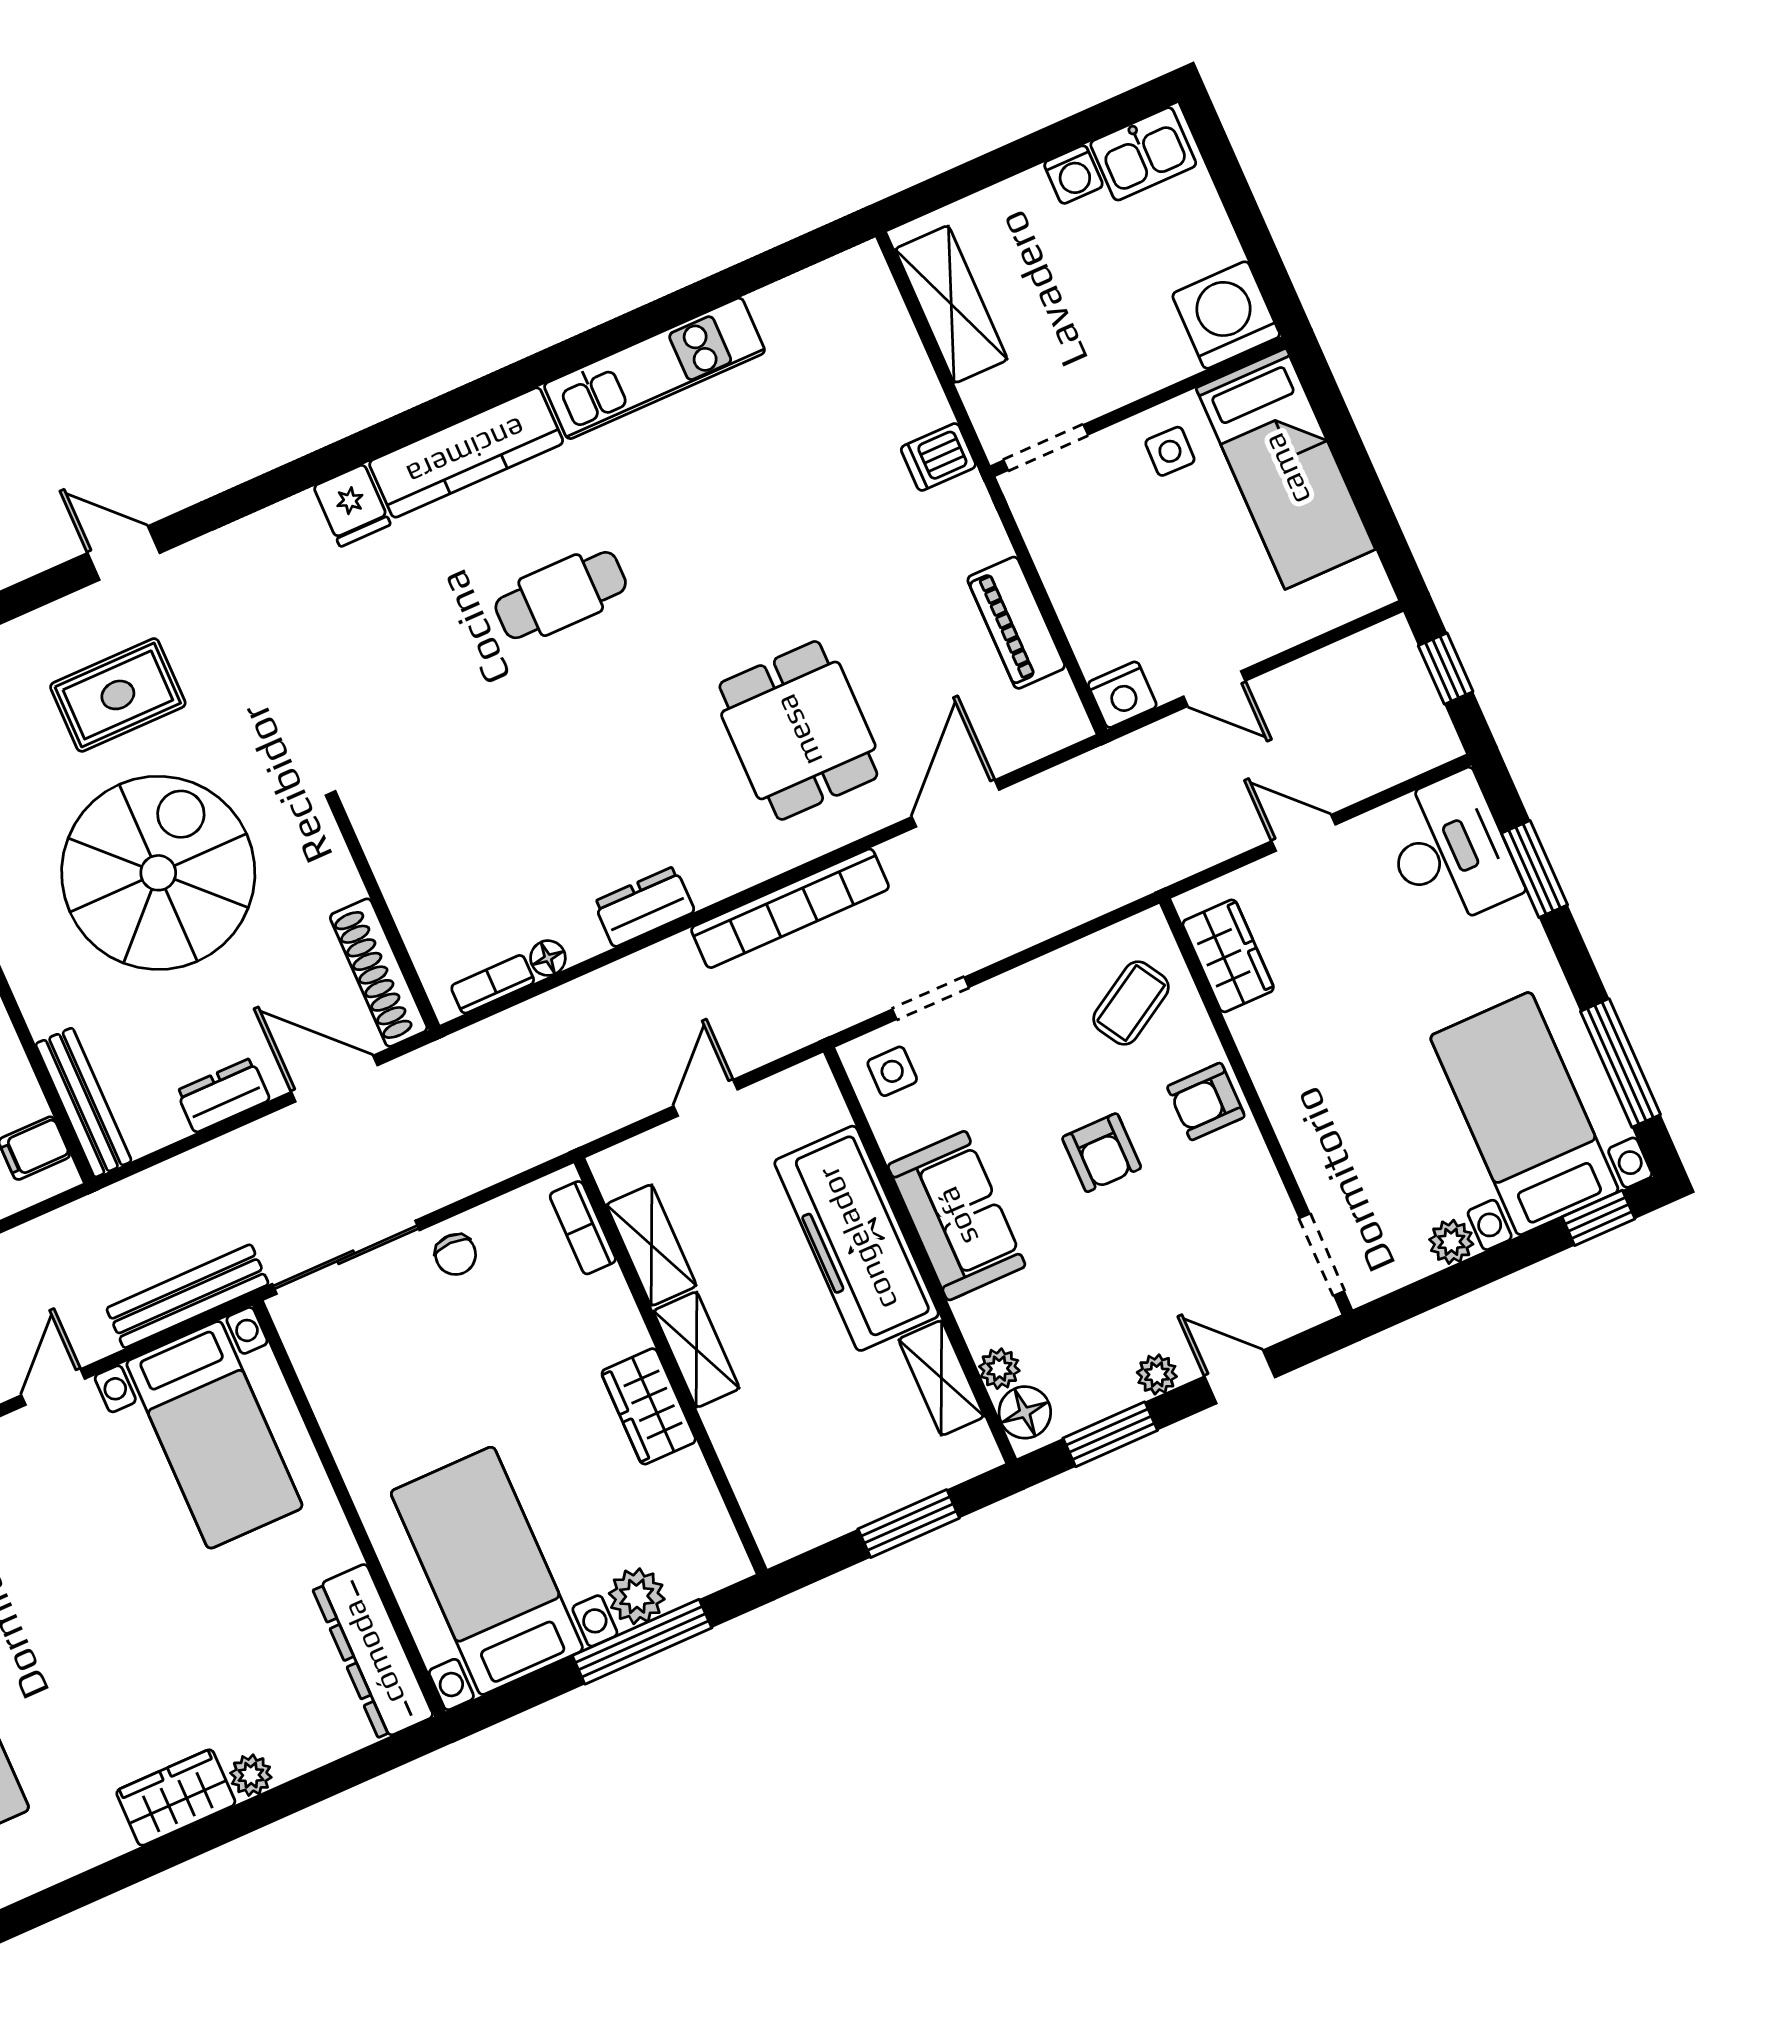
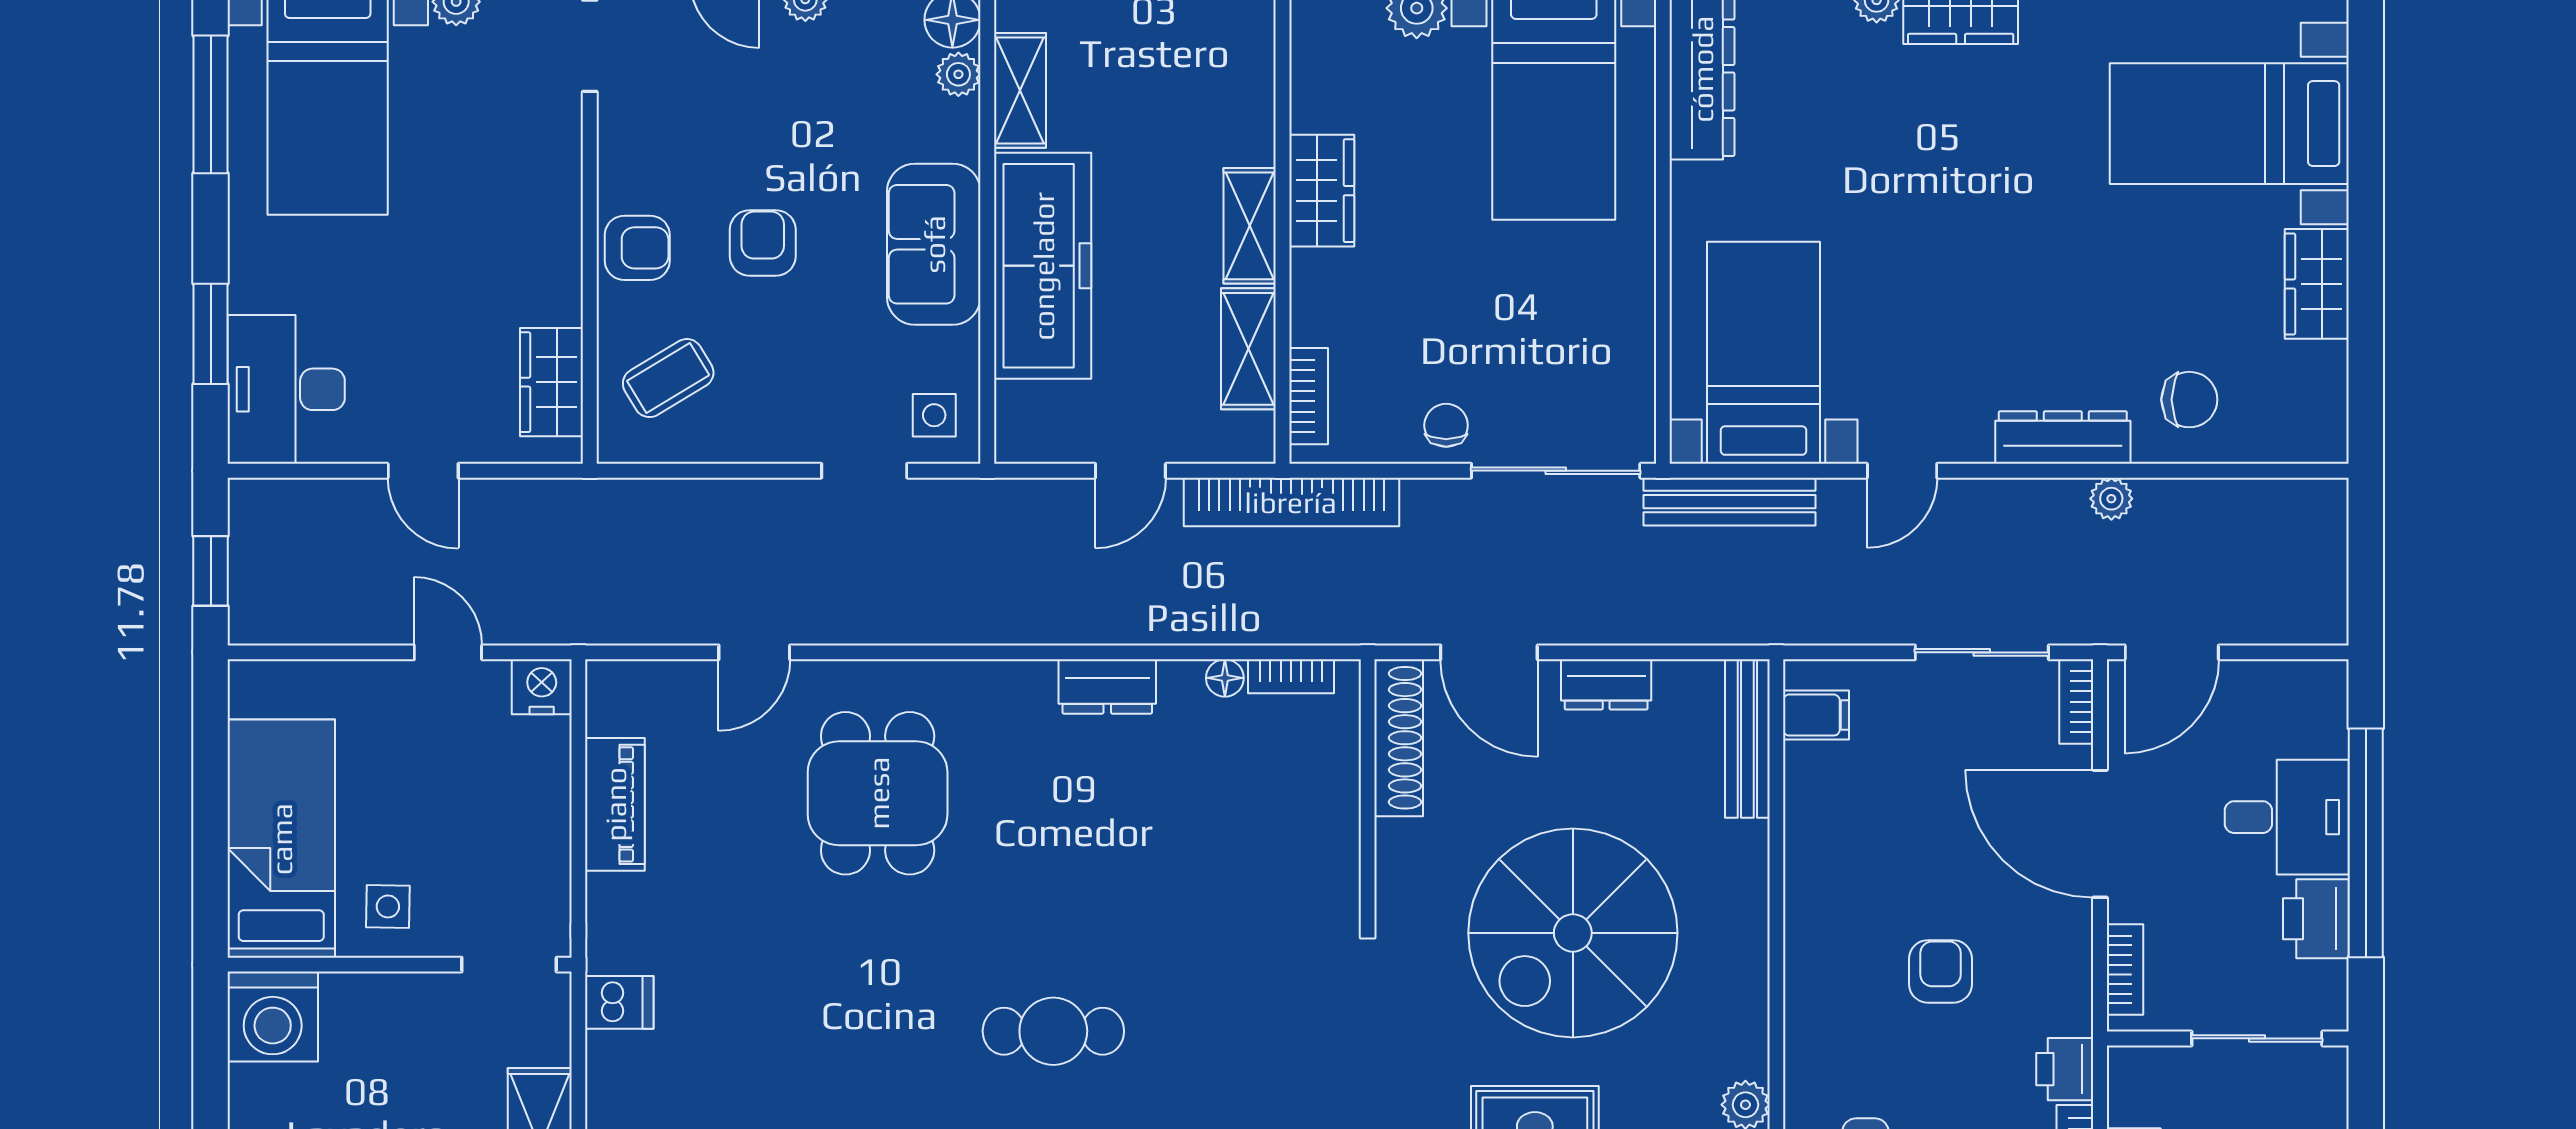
door: (955, 803) -> (754, 652), width x0.73
bookcase: (790, 908) -> (1291, 502), moved, turned 180

